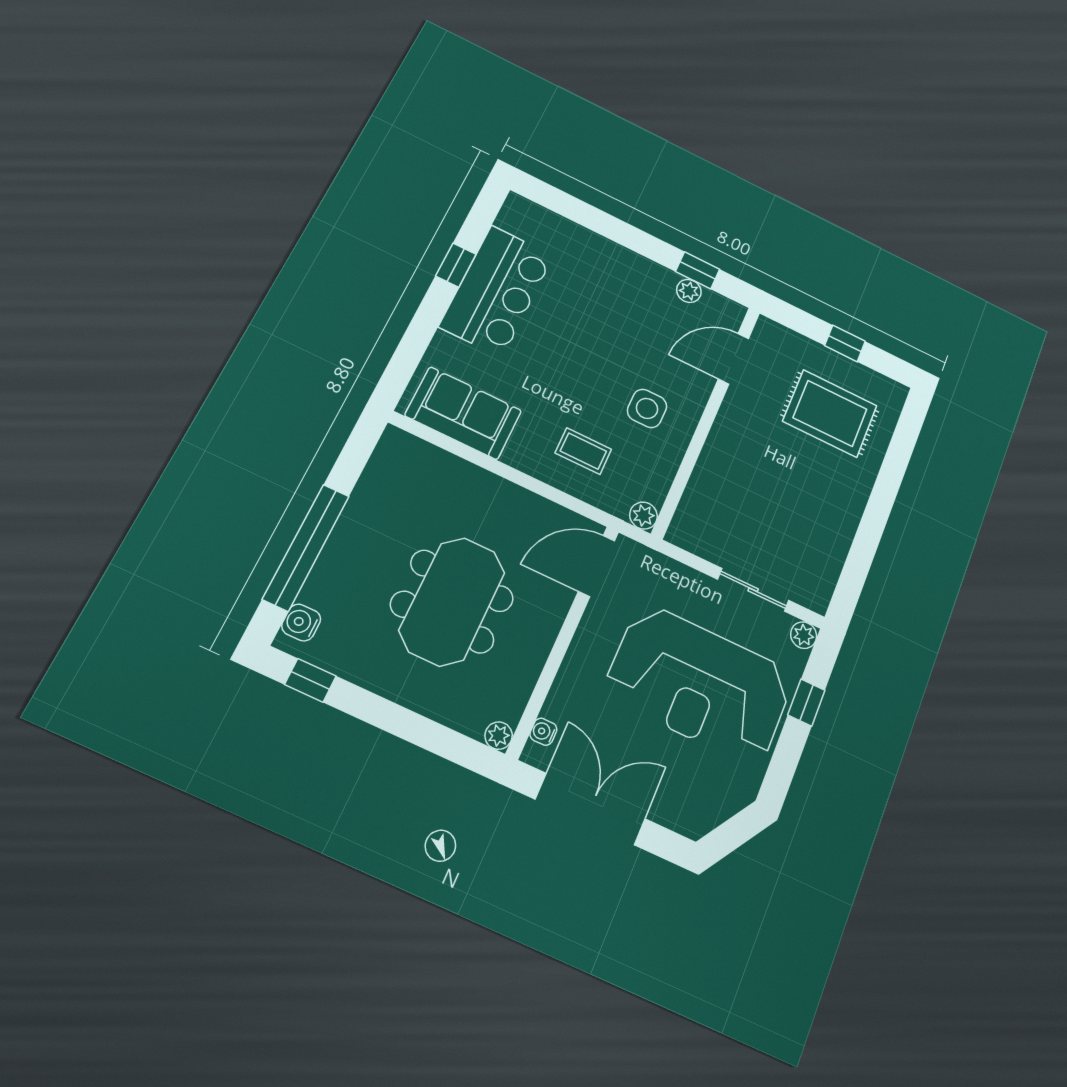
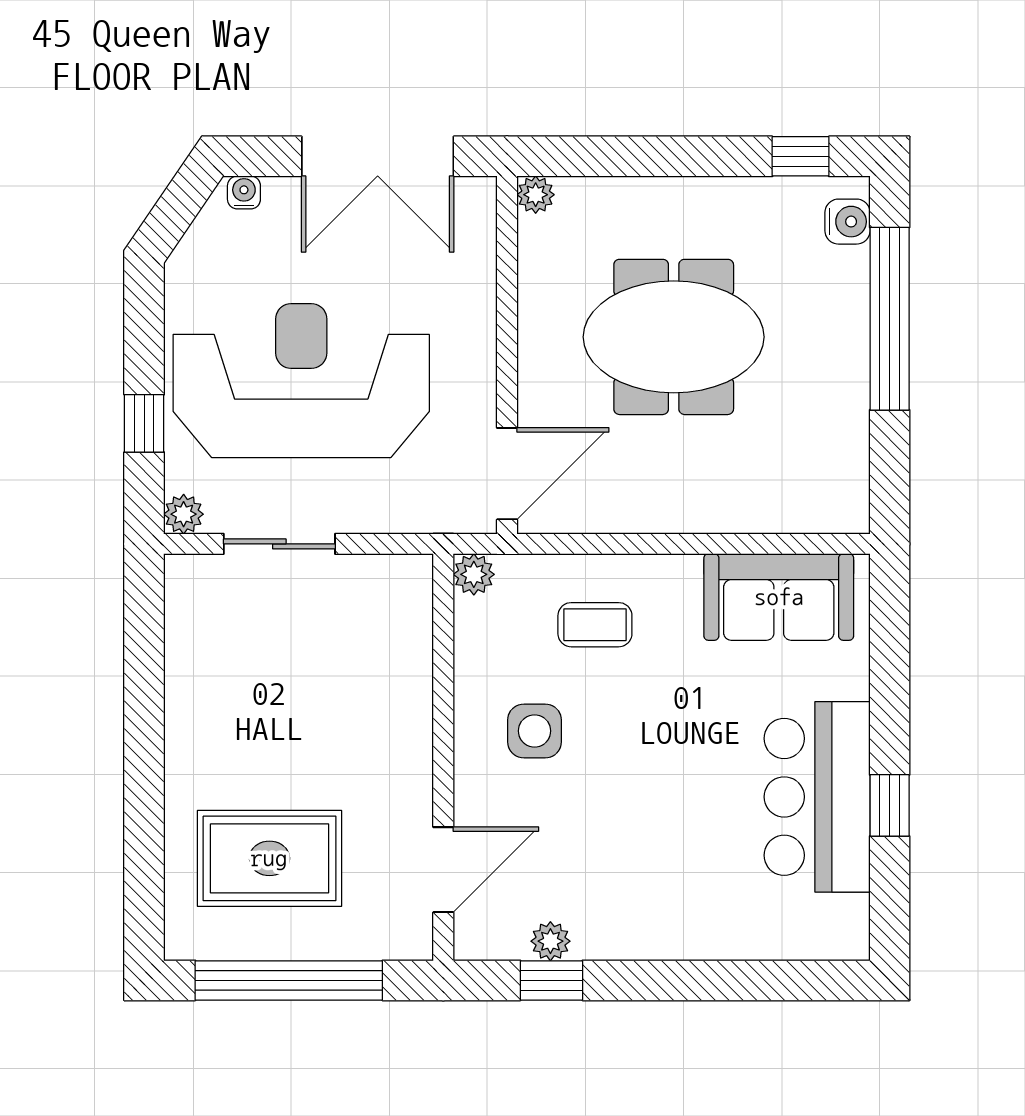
window: (845, 343) -> (289, 980), width x3.17
meeting table: (452, 601) -> (674, 337), turned 90
water cooler: (543, 732) -> (244, 192), moved, turned -90

